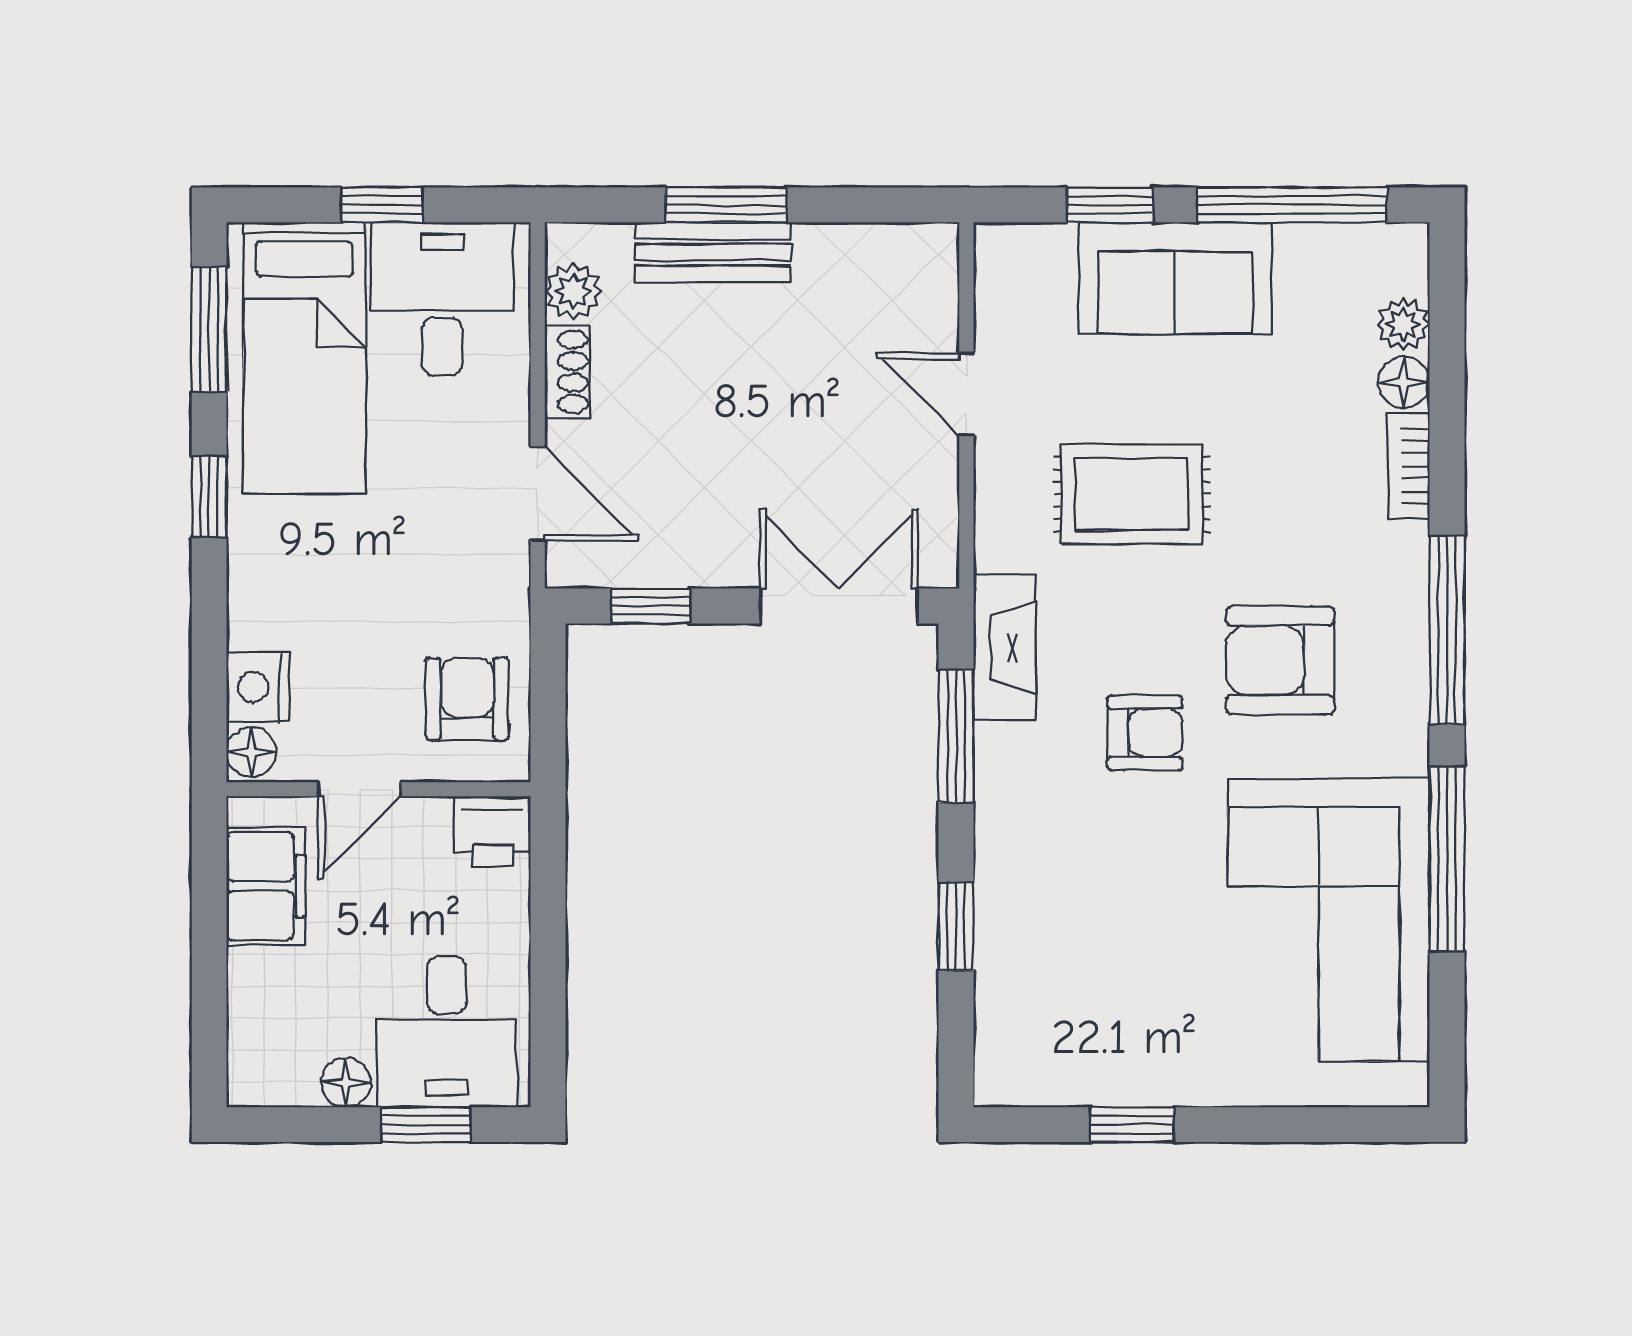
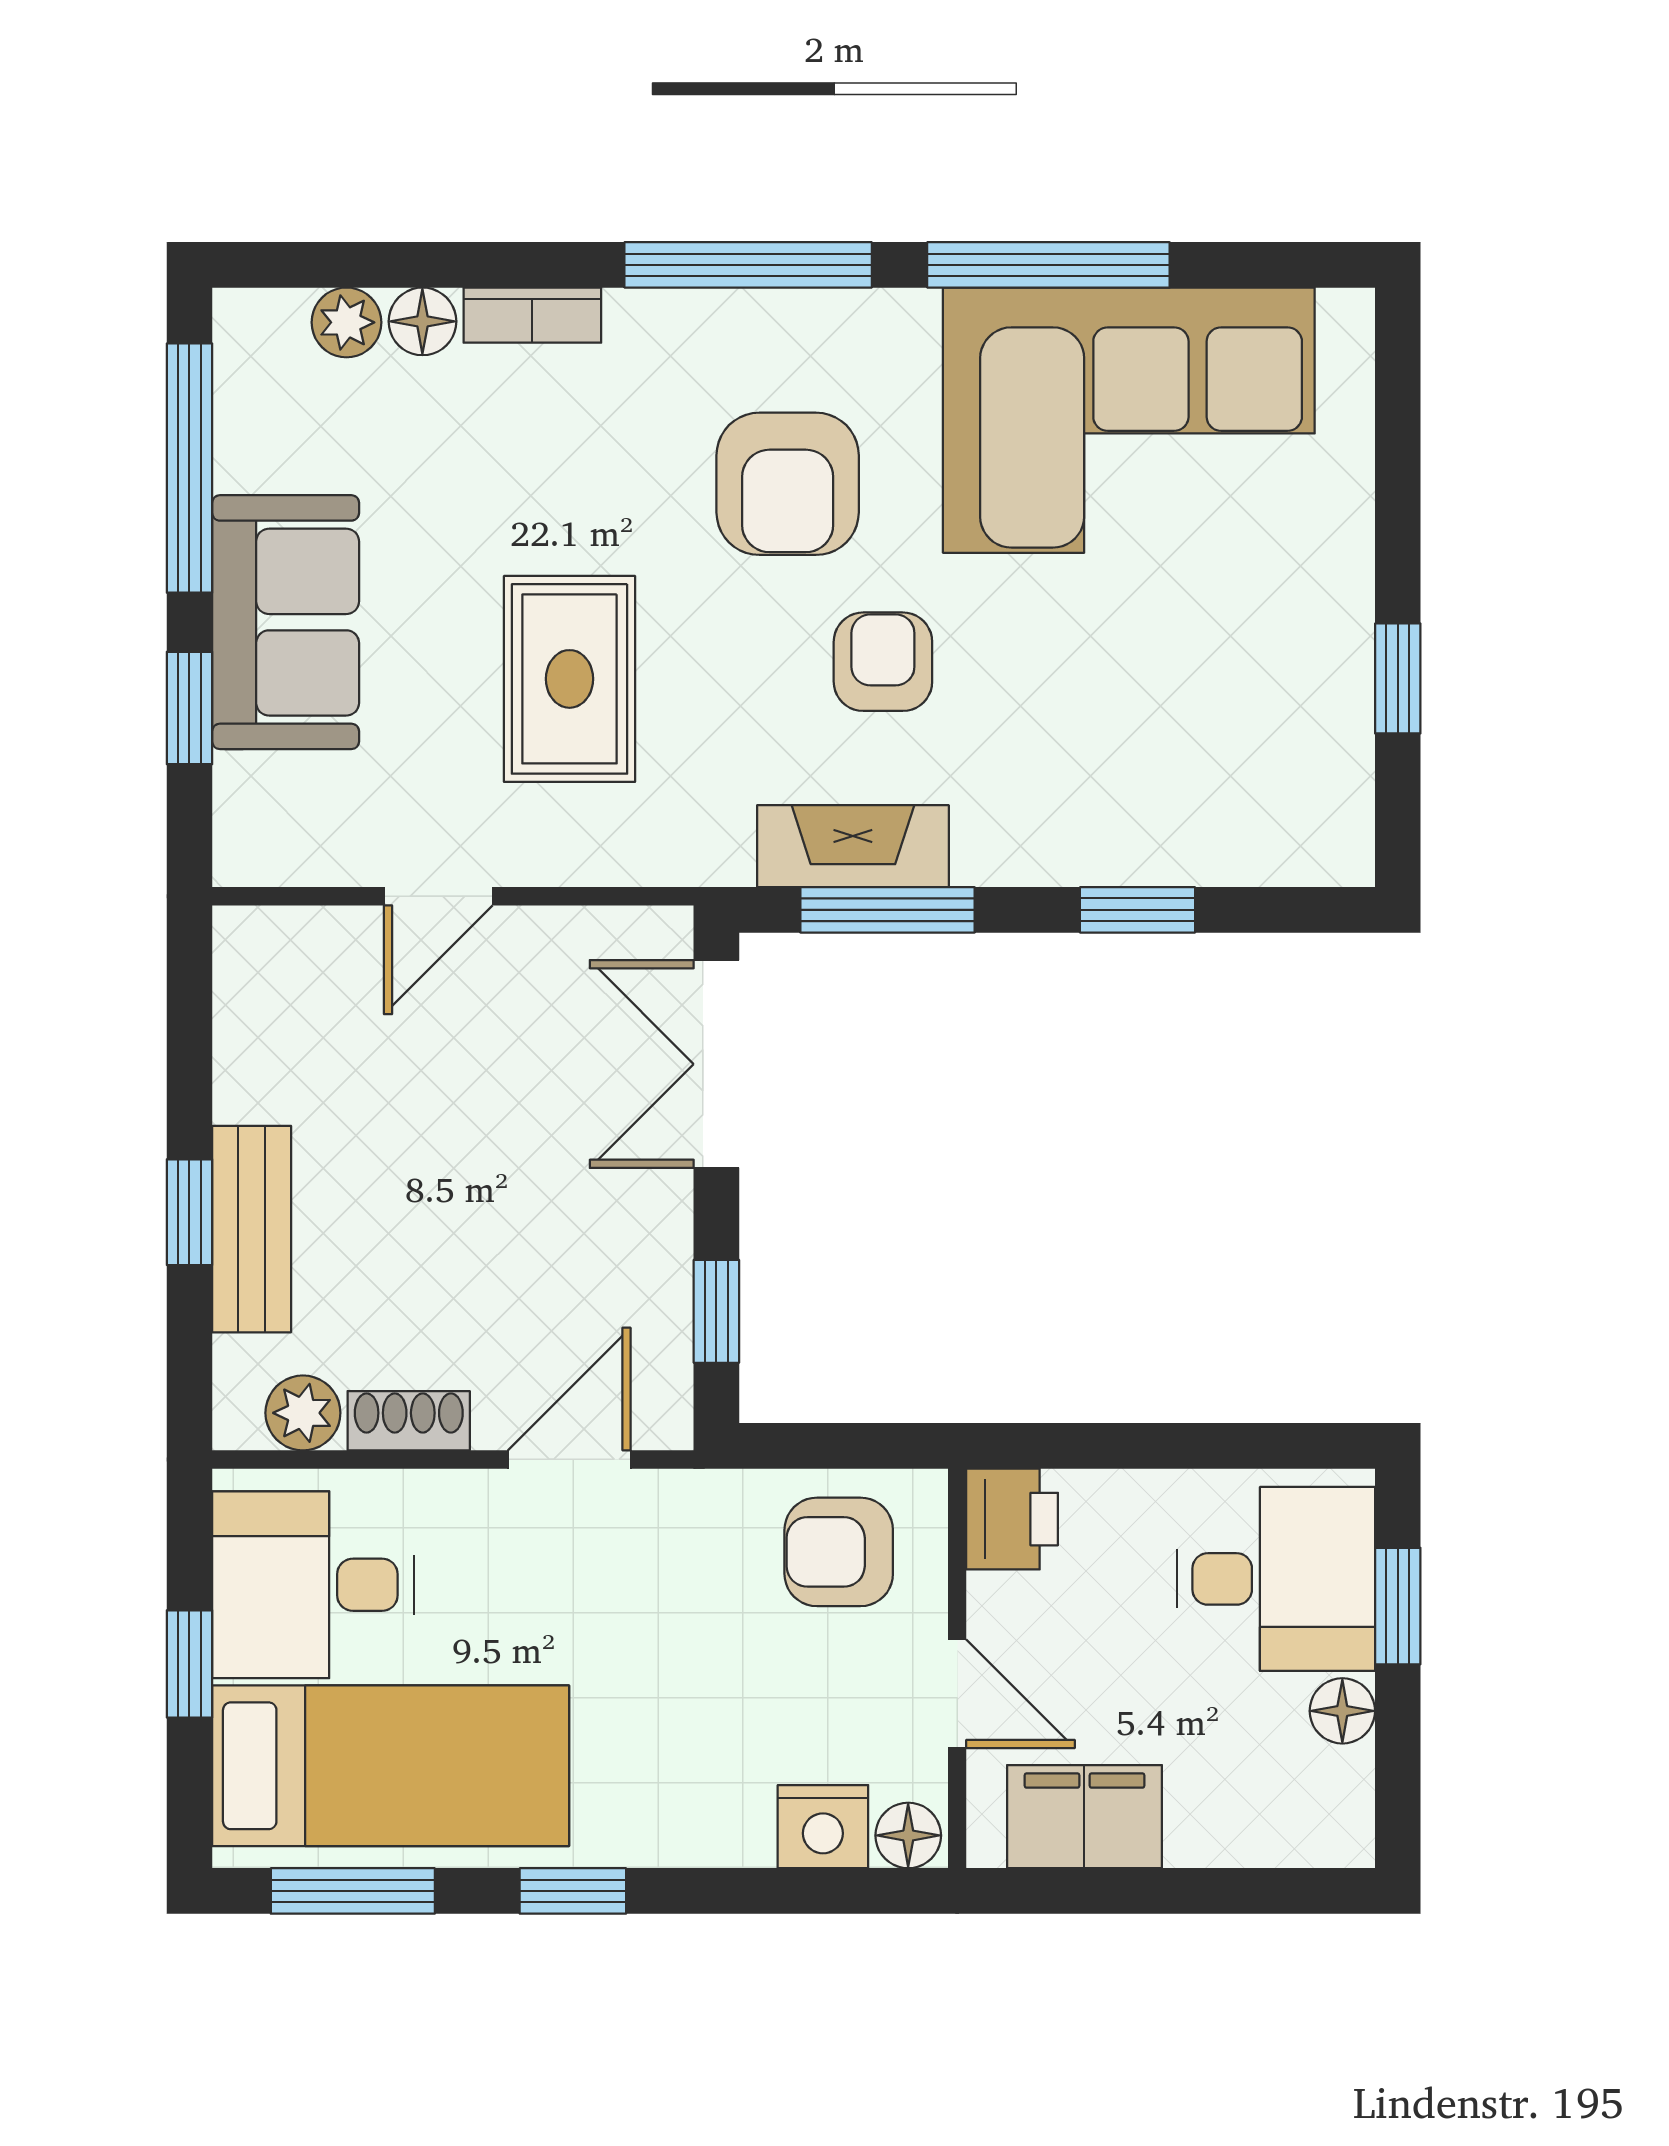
window: (726, 205) -> (189, 1212), width x0.67
fireplace: (1004, 647) -> (853, 846), moved

